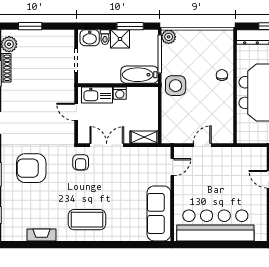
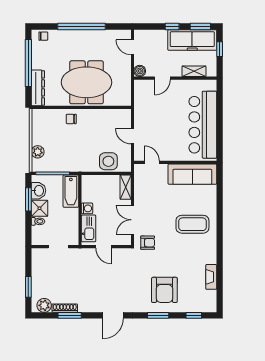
plant: (169, 37) -> (38, 152), moved
washbasin: (90, 38) -> (39, 191), moved
side table: (176, 86) -> (108, 161), moved
door: (76, 112) -> (104, 247), hinge flipped
armchair: (31, 168) -> (164, 290), moved
coffee table: (87, 220) -> (192, 224), moved, turned 90

